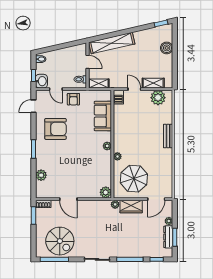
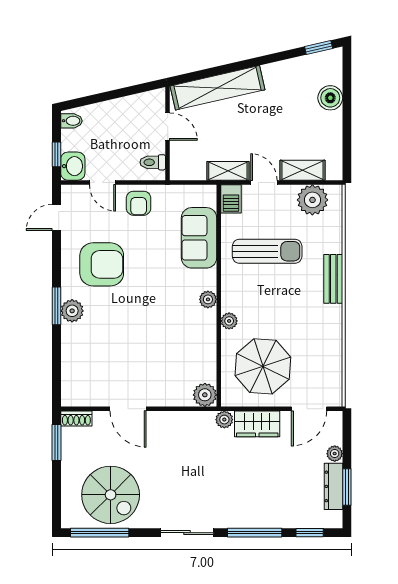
shelving: (99, 83) -> (228, 171), moved
sun lounger: (136, 123) -> (267, 251), added
plant: (41, 175) -> (72, 311), moved

